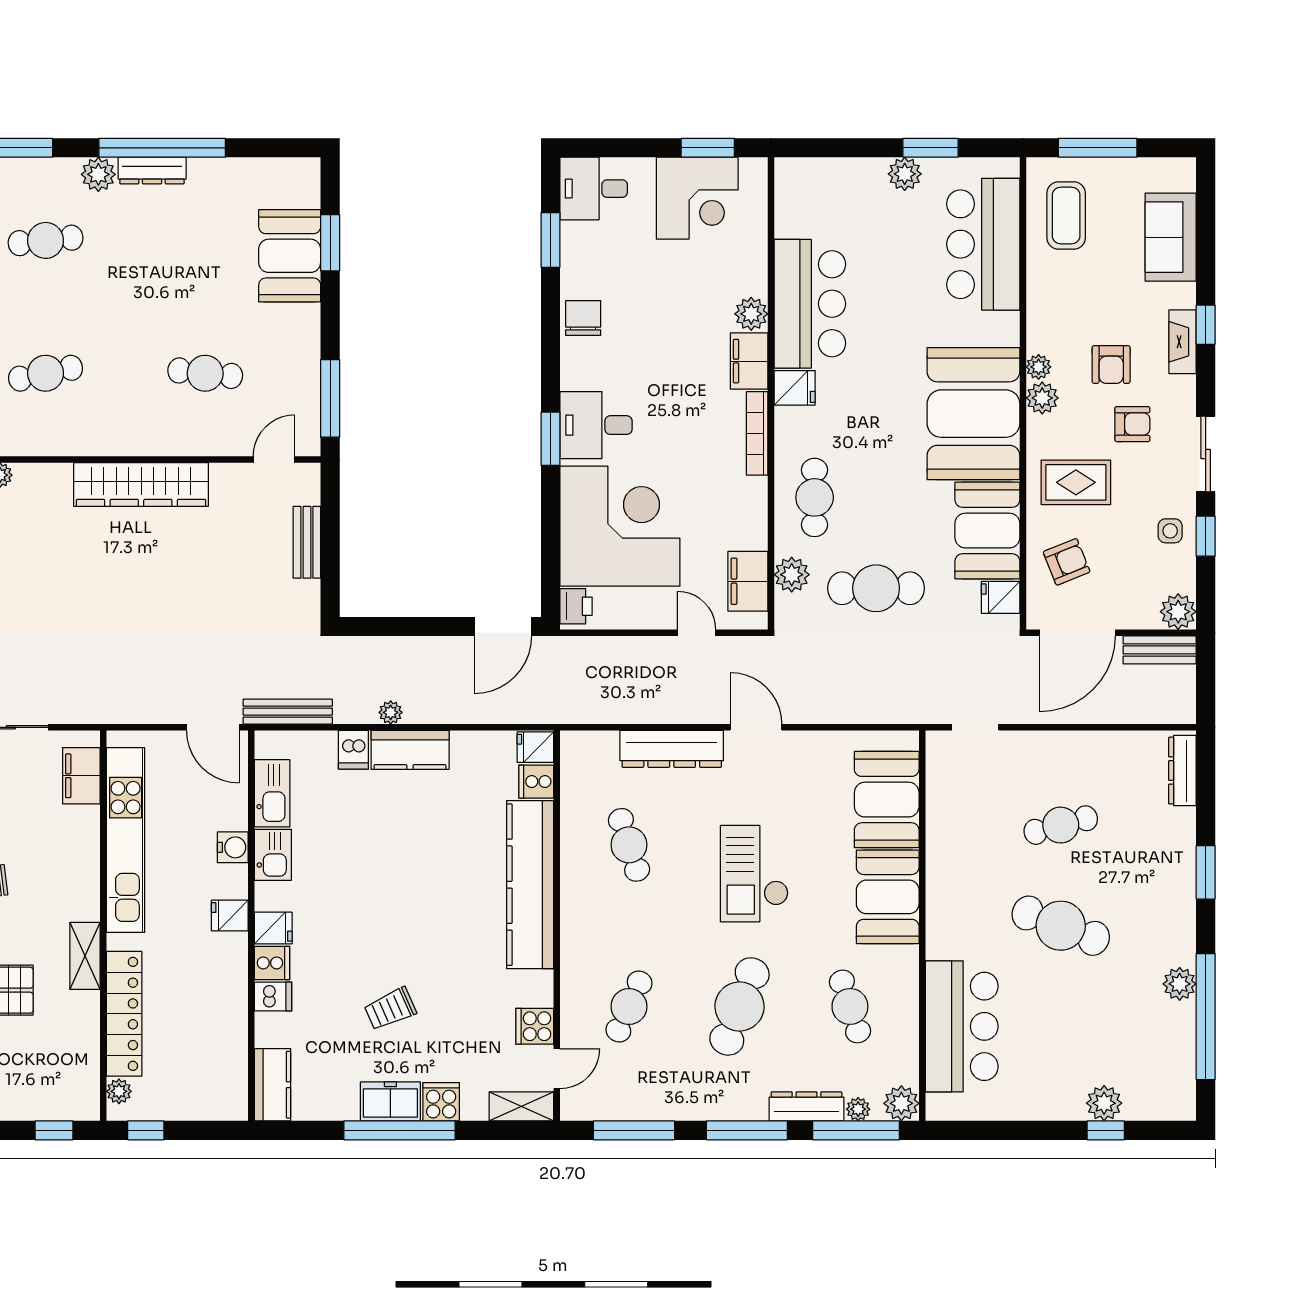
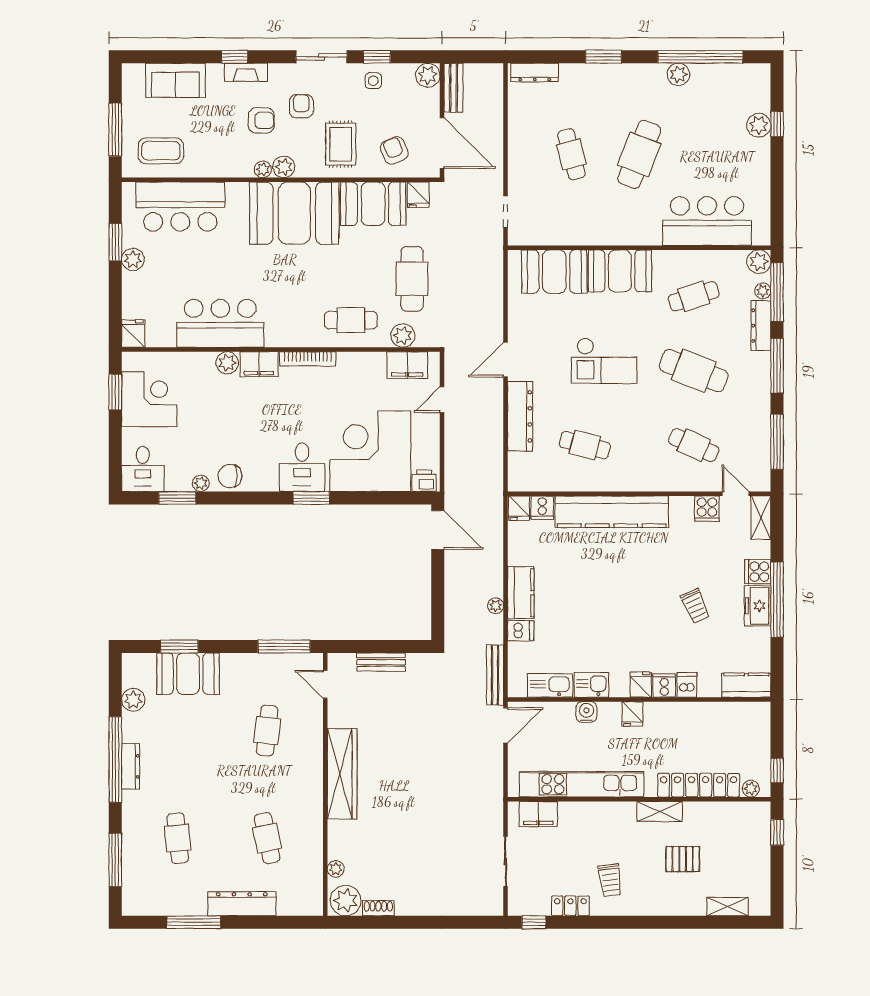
plant: (98, 174) -> (133, 700), moved
plant: (572, 275) -> (201, 483), added
fridge: (795, 388) -> (133, 334), moved
cafe table: (629, 845) -> (585, 445), turned 33

